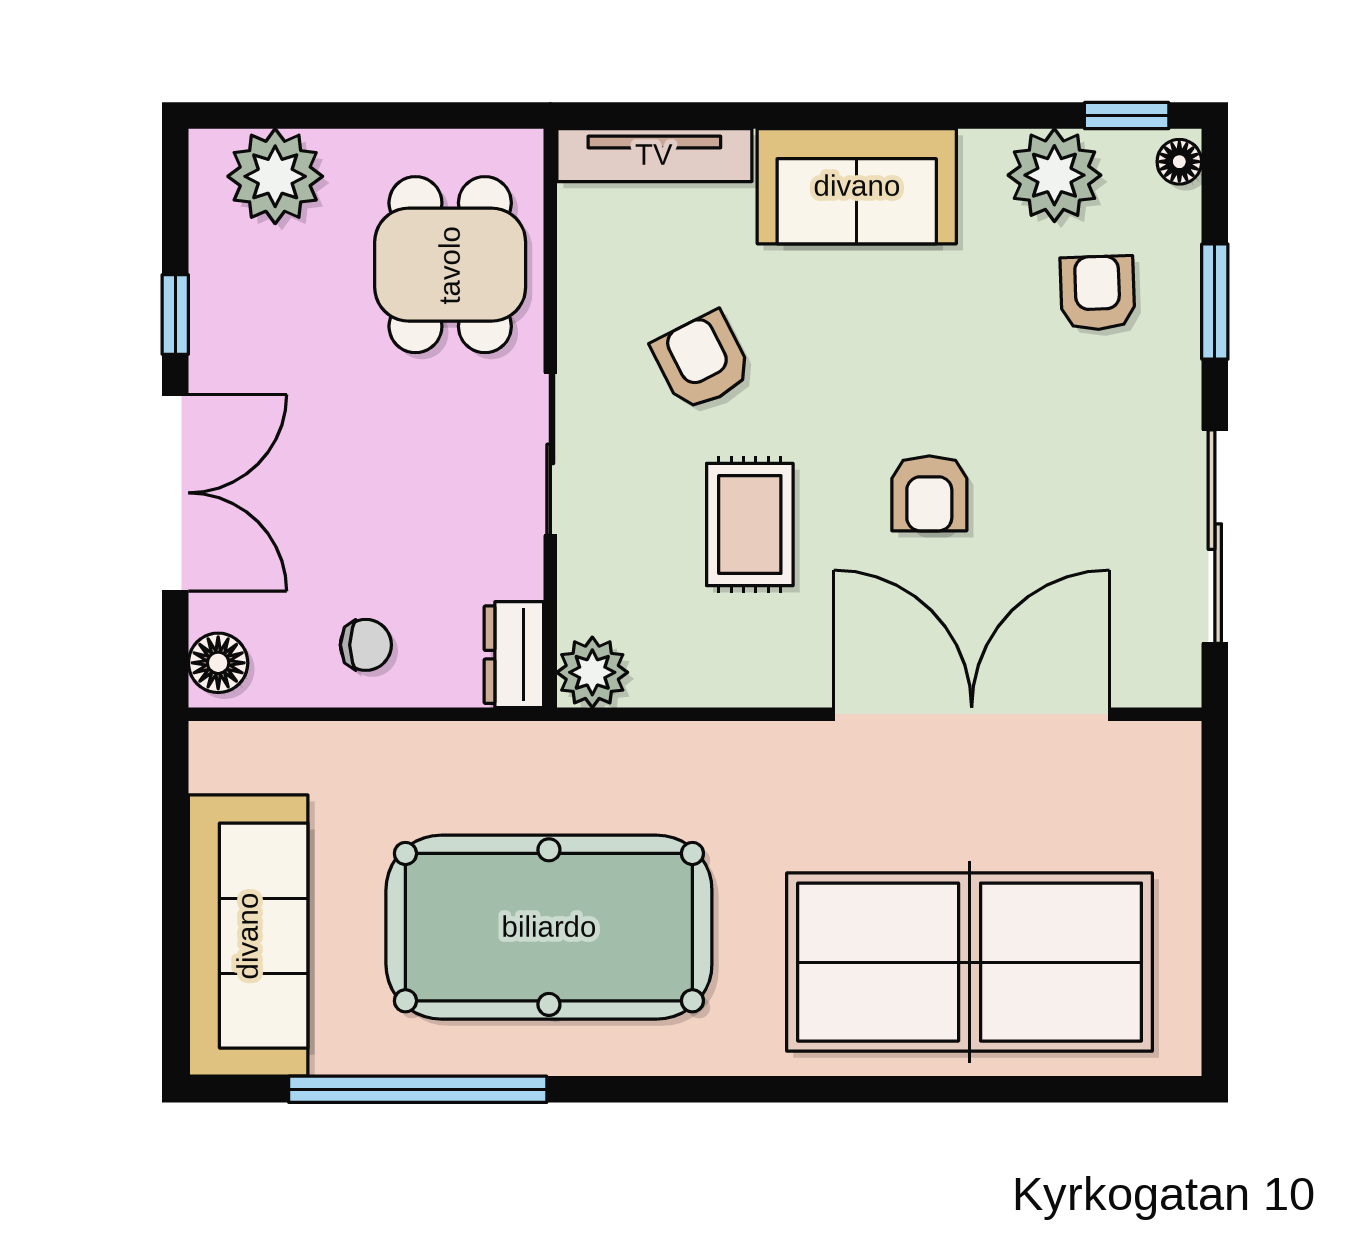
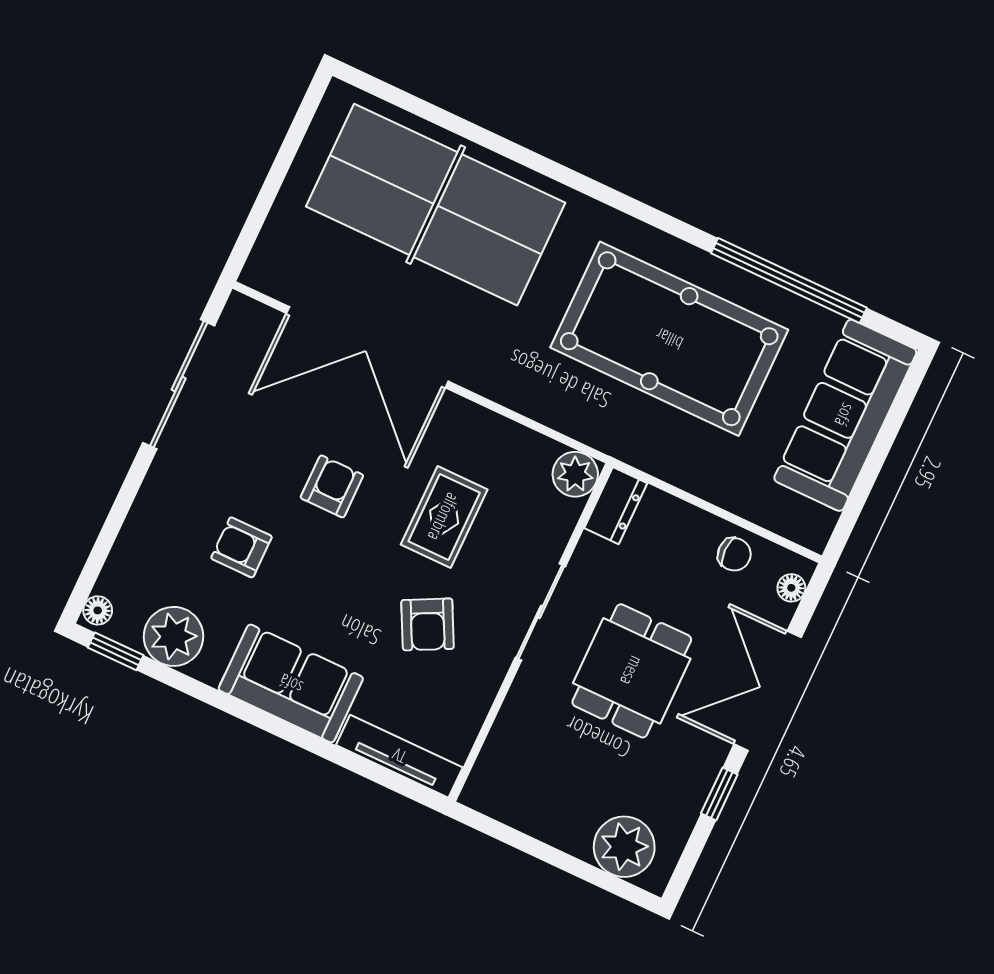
dining table: (450, 265) -> (632, 671), moved
armchair: (1097, 293) -> (242, 547), moved, turned 92
window: (1215, 302) -> (115, 520), removed
chair: (366, 645) -> (734, 554), moved, turned 180
floor lamp: (218, 663) -> (791, 588), width x0.73, depth x0.73

